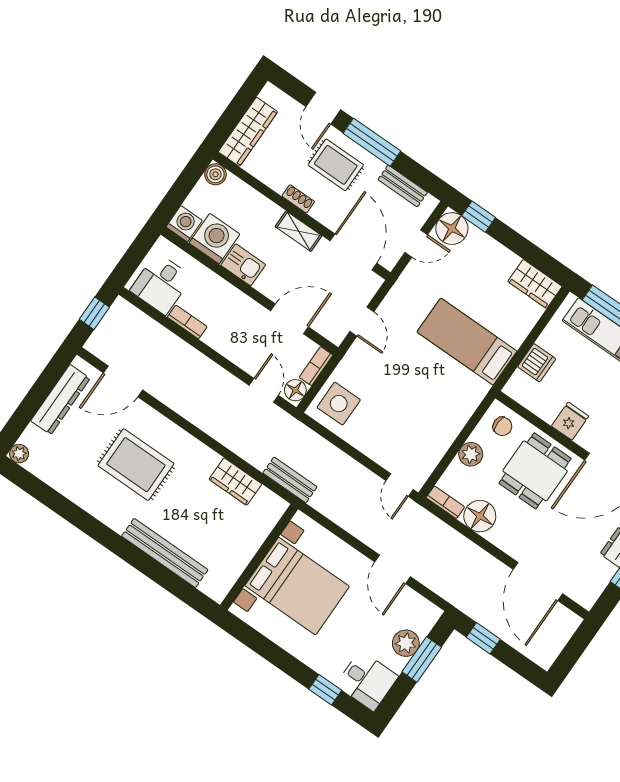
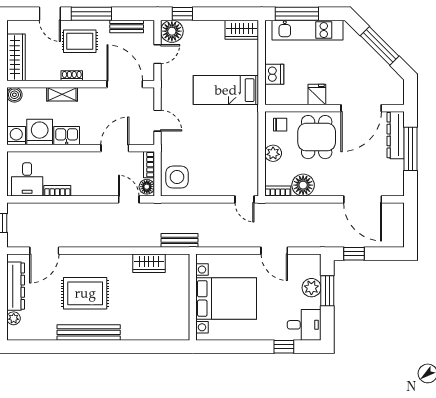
shelving: (298, 231) -> (62, 94), moved
plant: (19, 454) -> (14, 318), moved
bench: (165, 553) -> (89, 332), moved

